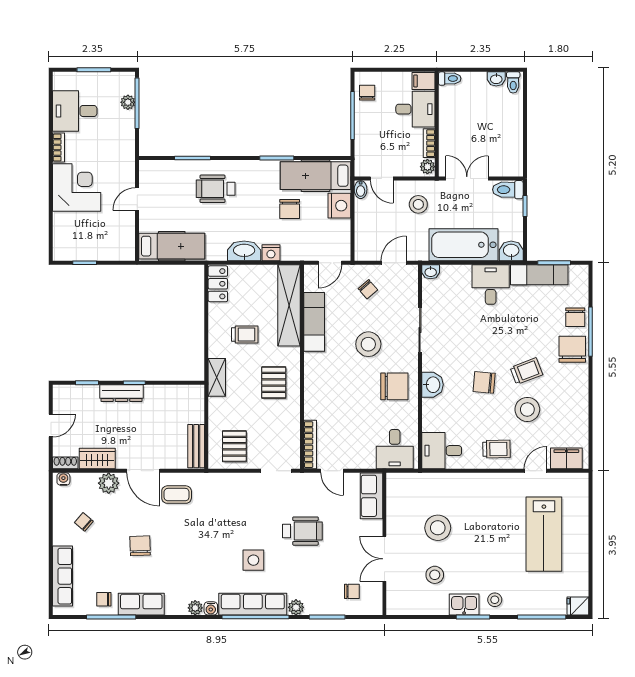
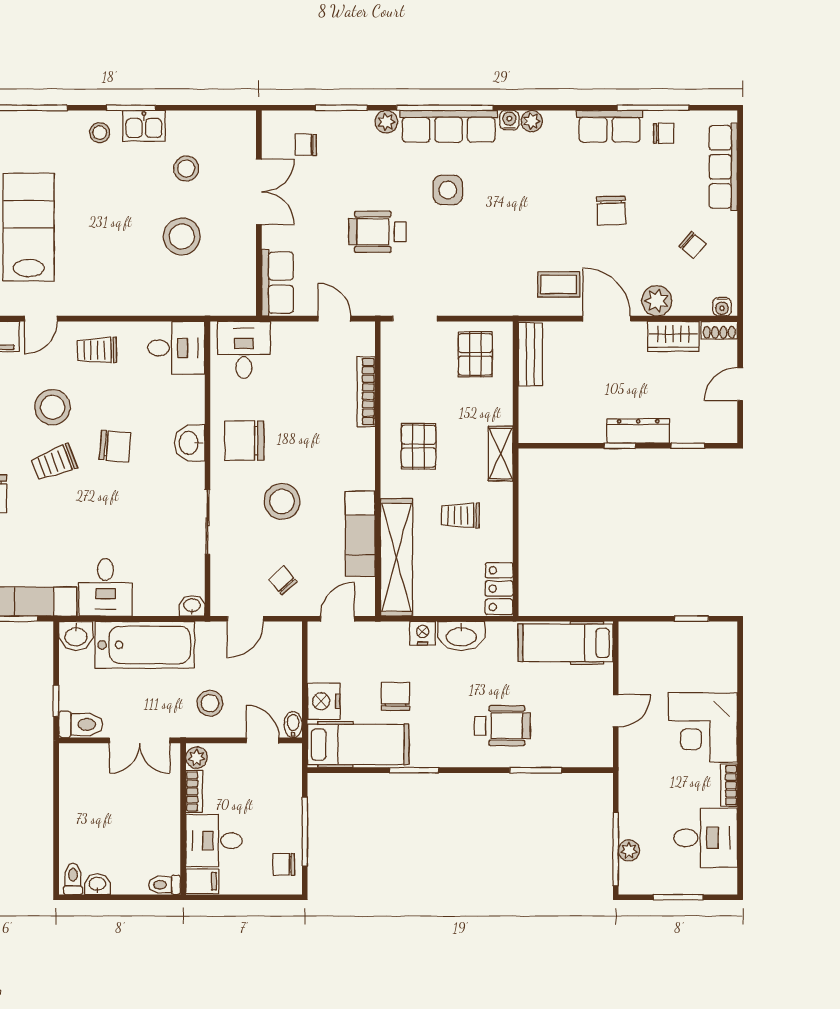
chair: (367, 93) -> (284, 864), turned 90
bookcase: (310, 445) -> (366, 392), moved

